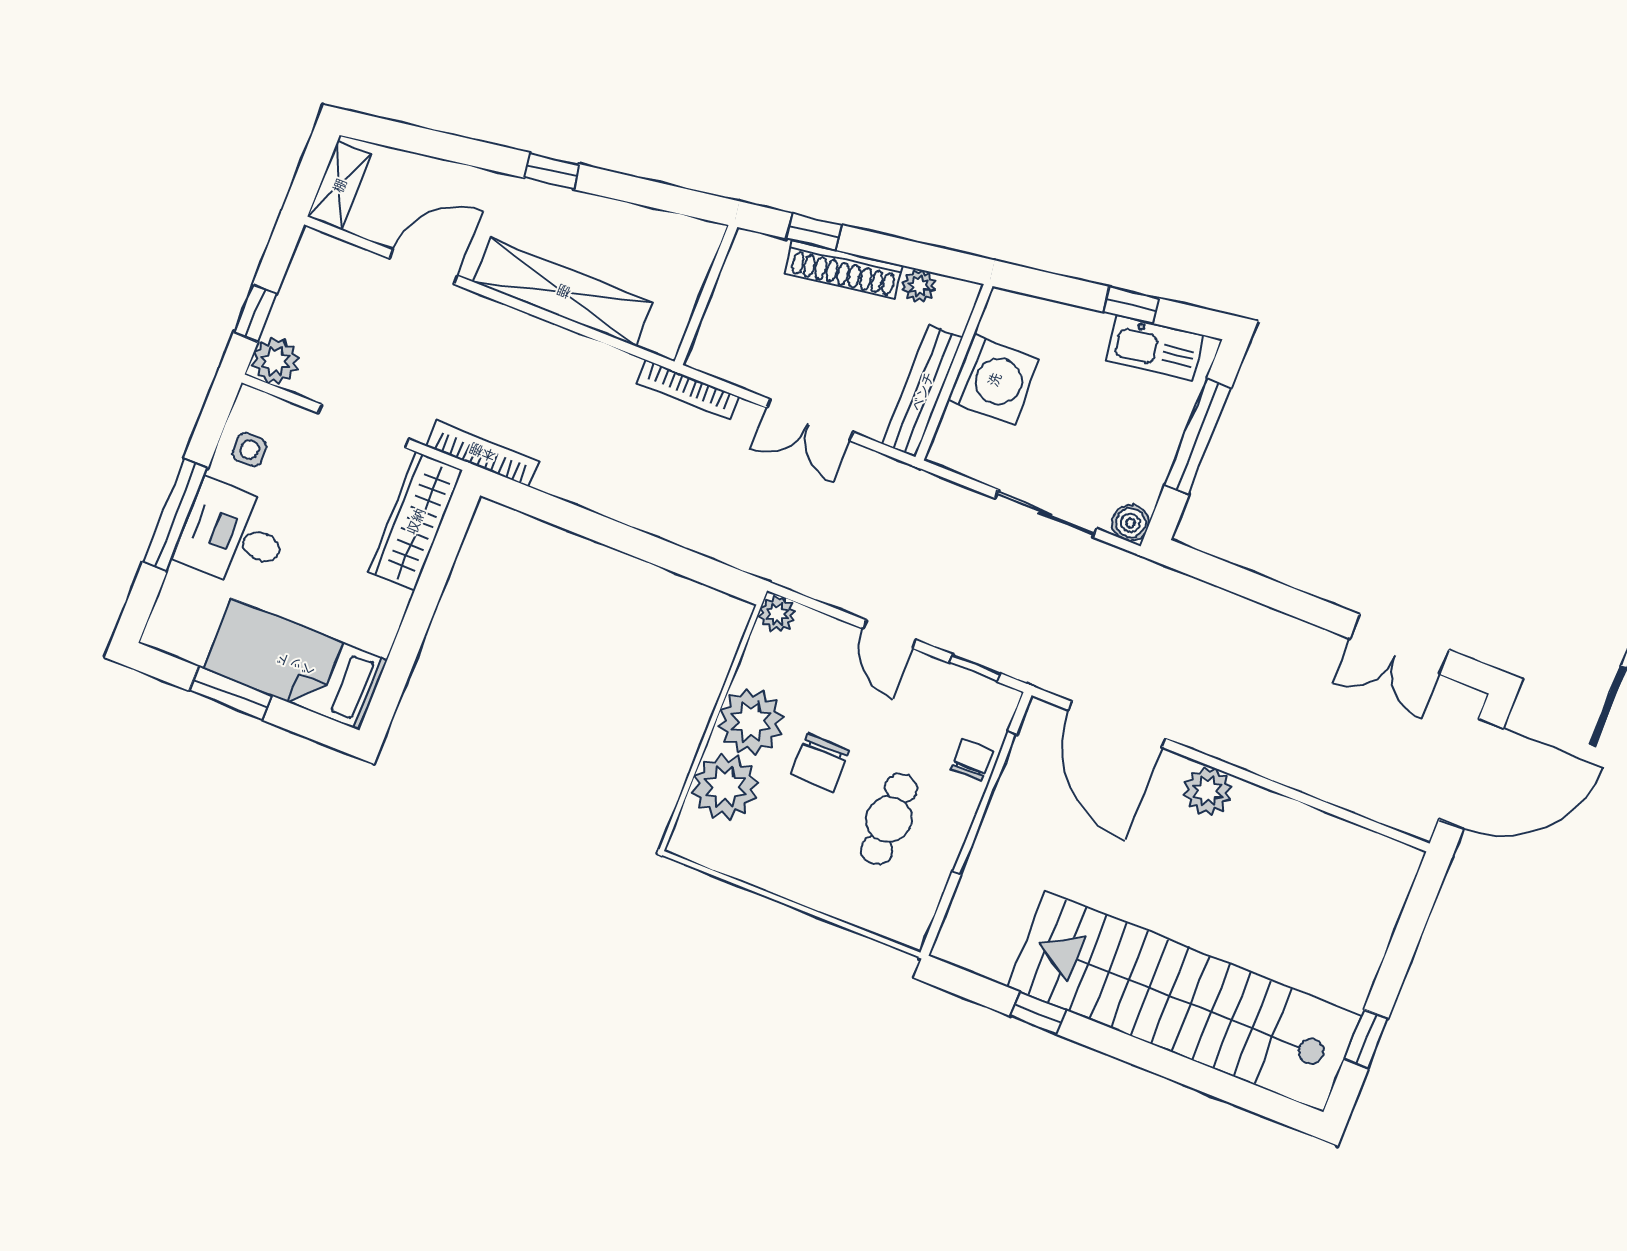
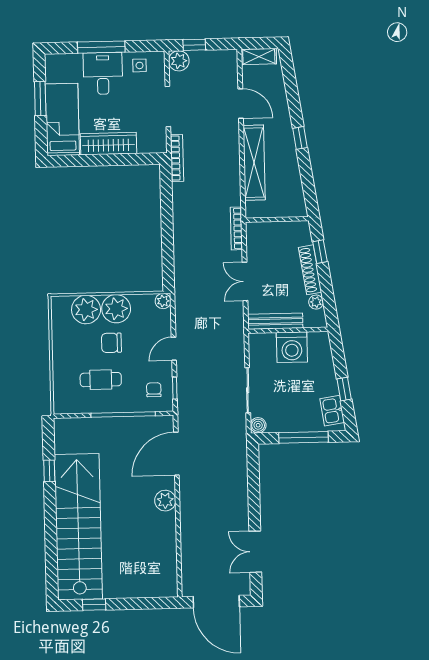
kitchen sink: (1155, 348) -> (332, 411), width x0.73
wardrobe: (415, 521) -> (108, 144), moved
chair: (972, 760) -> (154, 390), moved, turned -90

